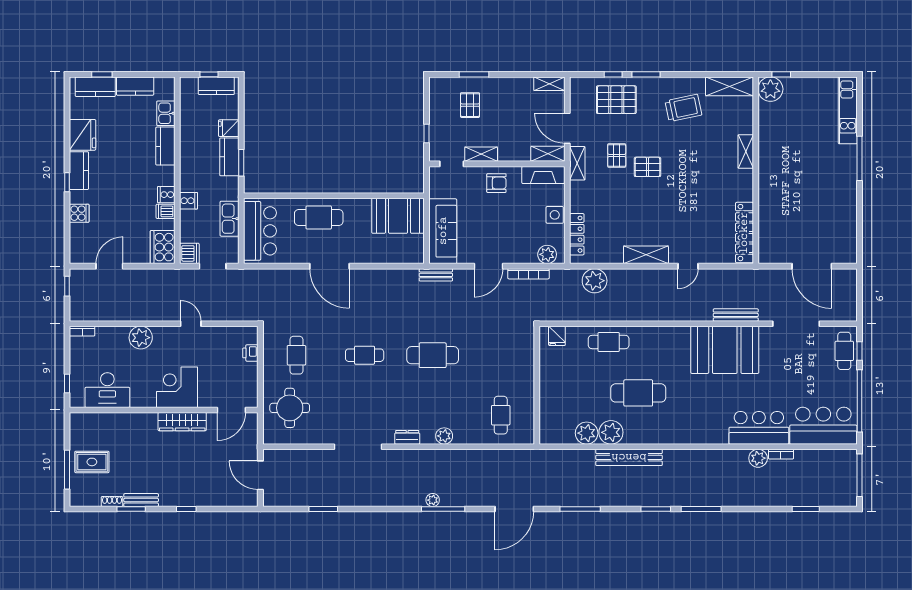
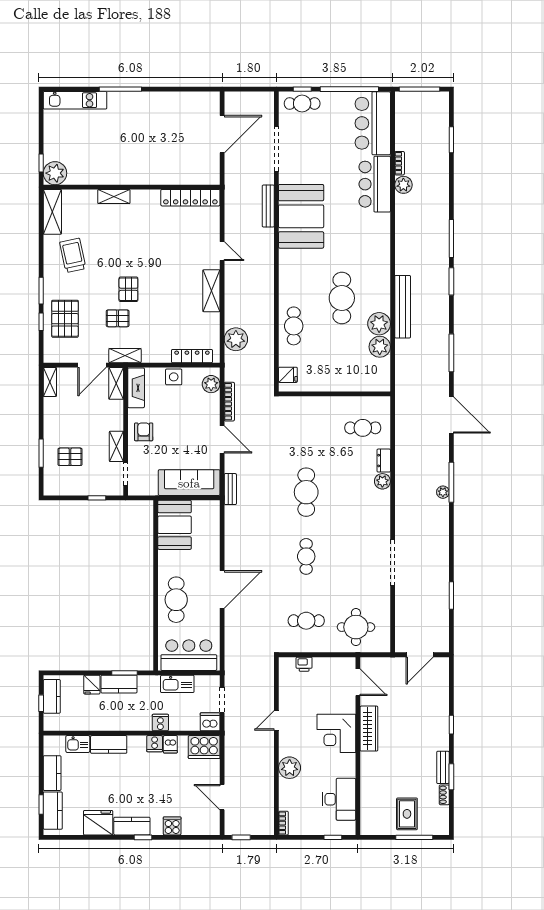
dresser: (407, 437) -> (384, 461), moved

